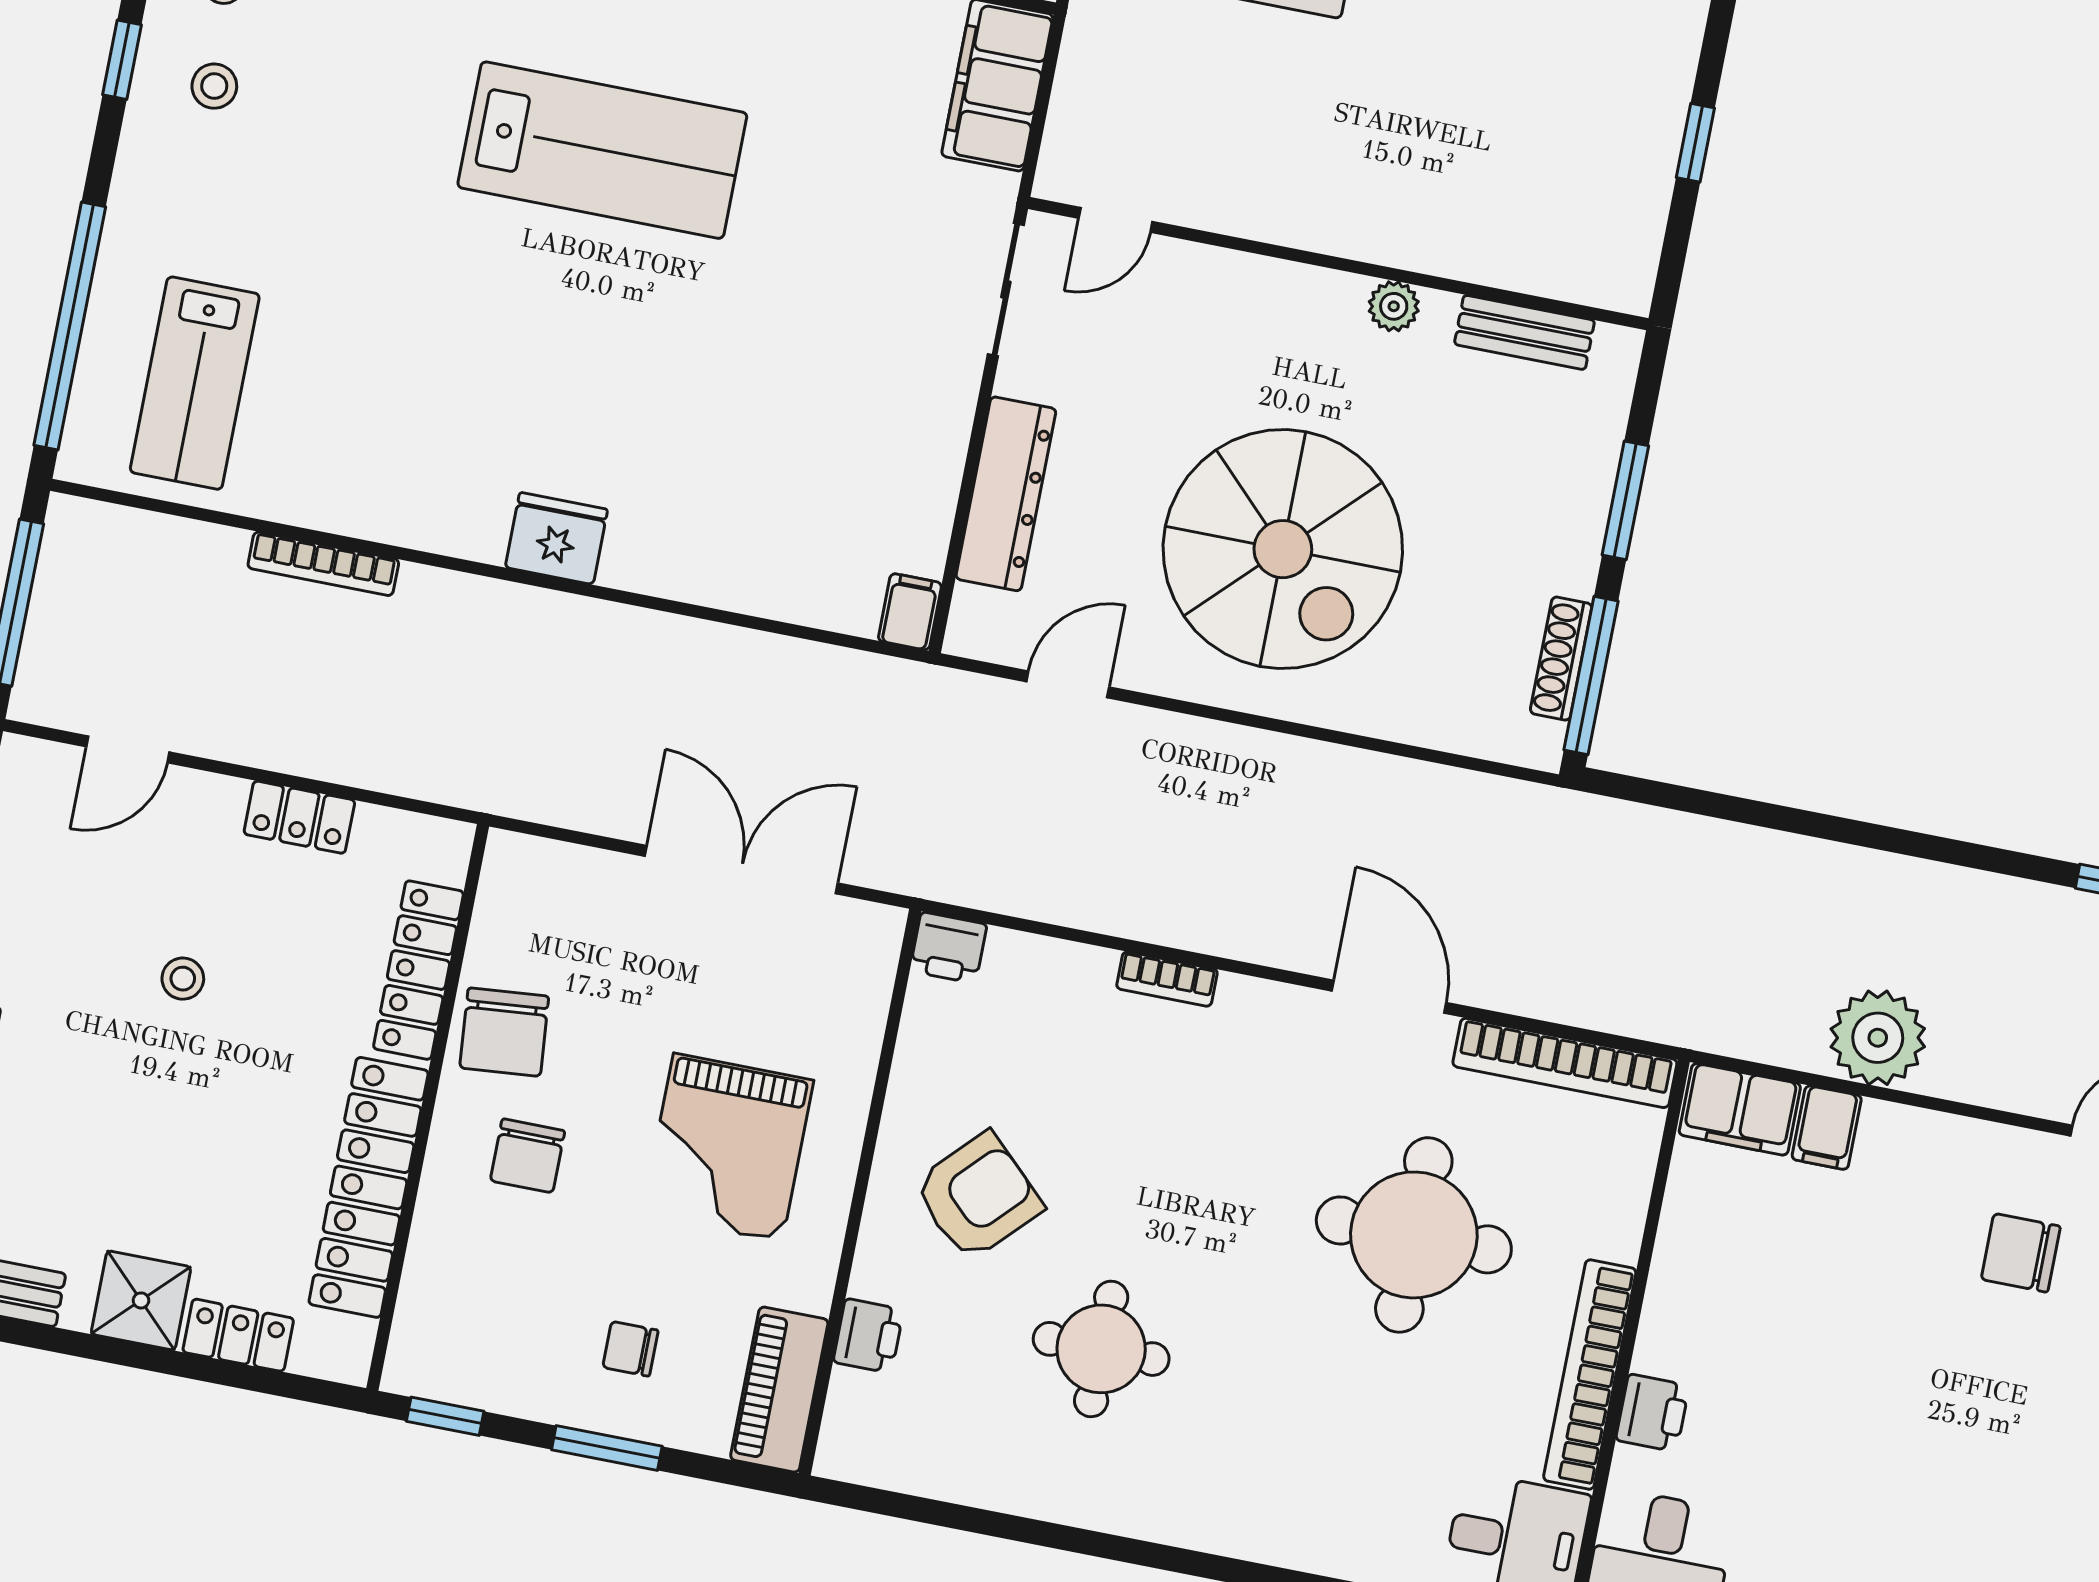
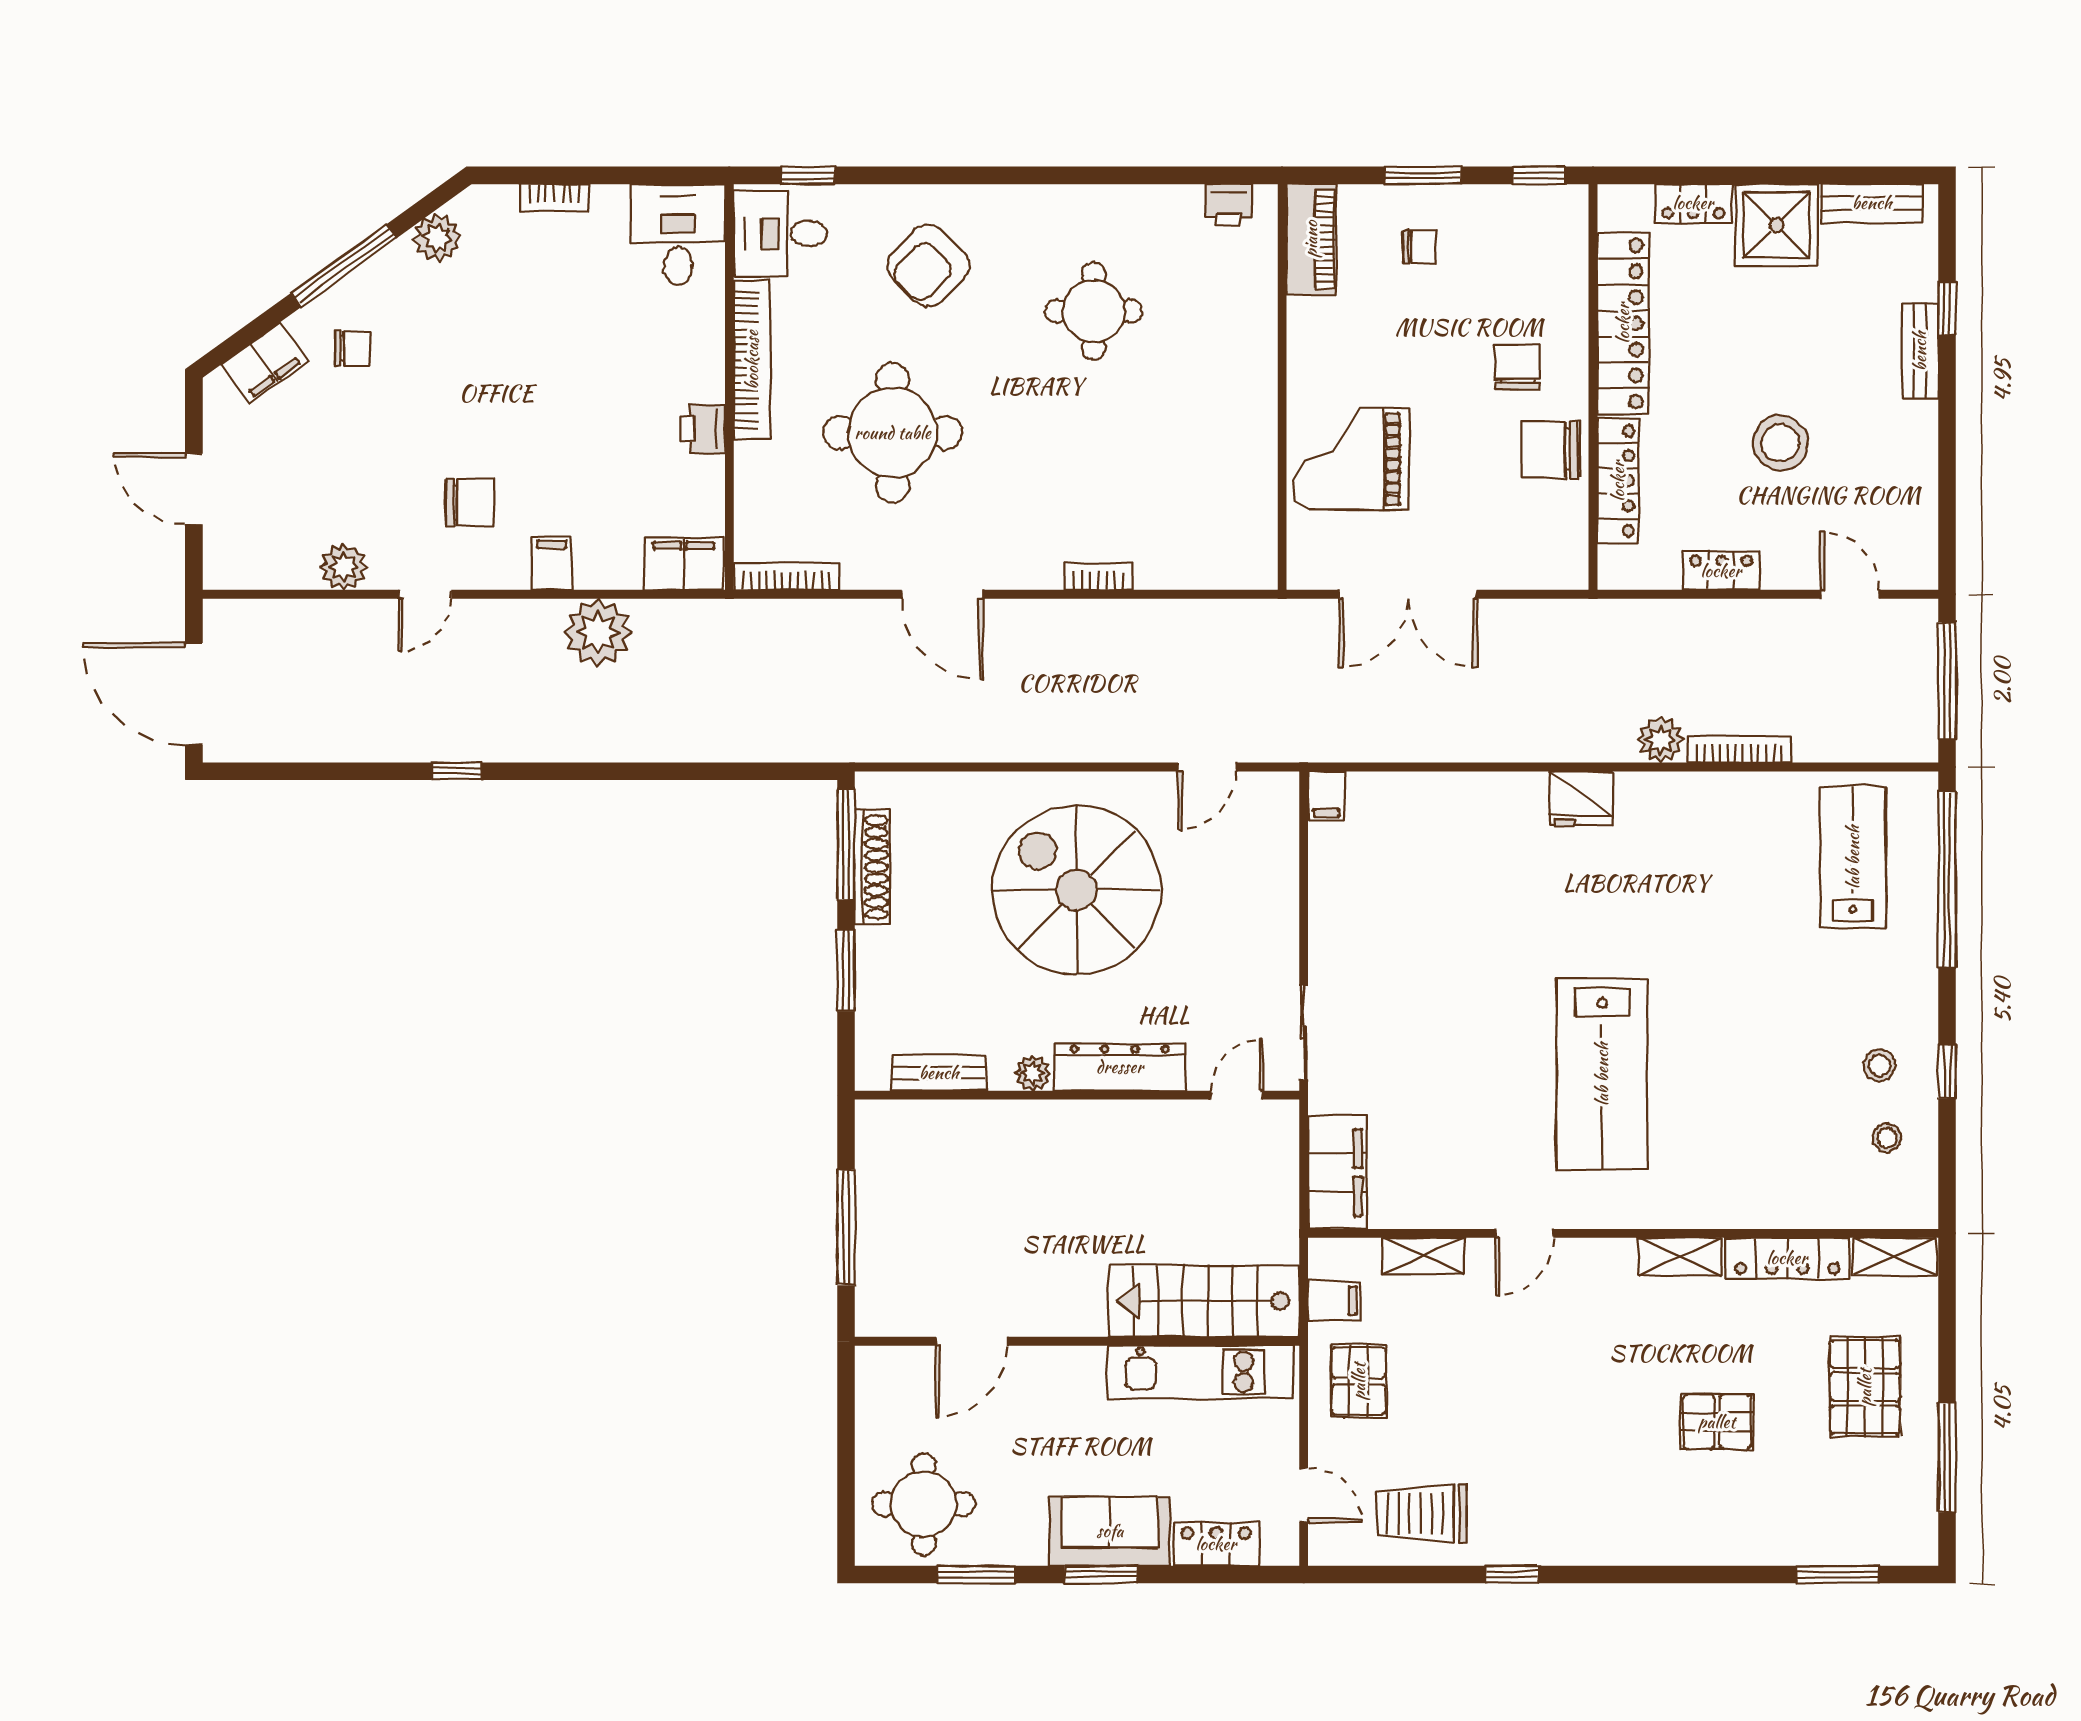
window: (1695, 143) -> (846, 1227), width x2.17
lab bench: (602, 150) -> (1602, 1074), turned -90
dresser: (1006, 494) -> (1120, 1067), moved, turned 90
plant: (430, 599) -> (1661, 740), added
shoe rack: (1561, 659) -> (872, 867), width x1.36, depth x1.24
door: (128, 749) -> (1849, 594), hinge flipped
printer: (948, 948) -> (1254, 568), removed
stool: (183, 979) -> (1780, 443), width x1.89, depth x1.89
chair: (504, 1032) -> (1550, 449), turned -85
bookcase: (1565, 1063) -> (786, 576), width x0.68, depth x0.76
filing cabinet: (1827, 1128) -> (552, 563), moved
grand piano: (728, 1147) -> (1351, 459), moved, turned -90
armchair: (978, 1196) -> (928, 265), moved
shower: (141, 1300) -> (1776, 225), width x1.36, depth x1.36
printer: (868, 1336) -> (1228, 205), moved, turned -90
printer: (1653, 1413) -> (703, 429), moved

